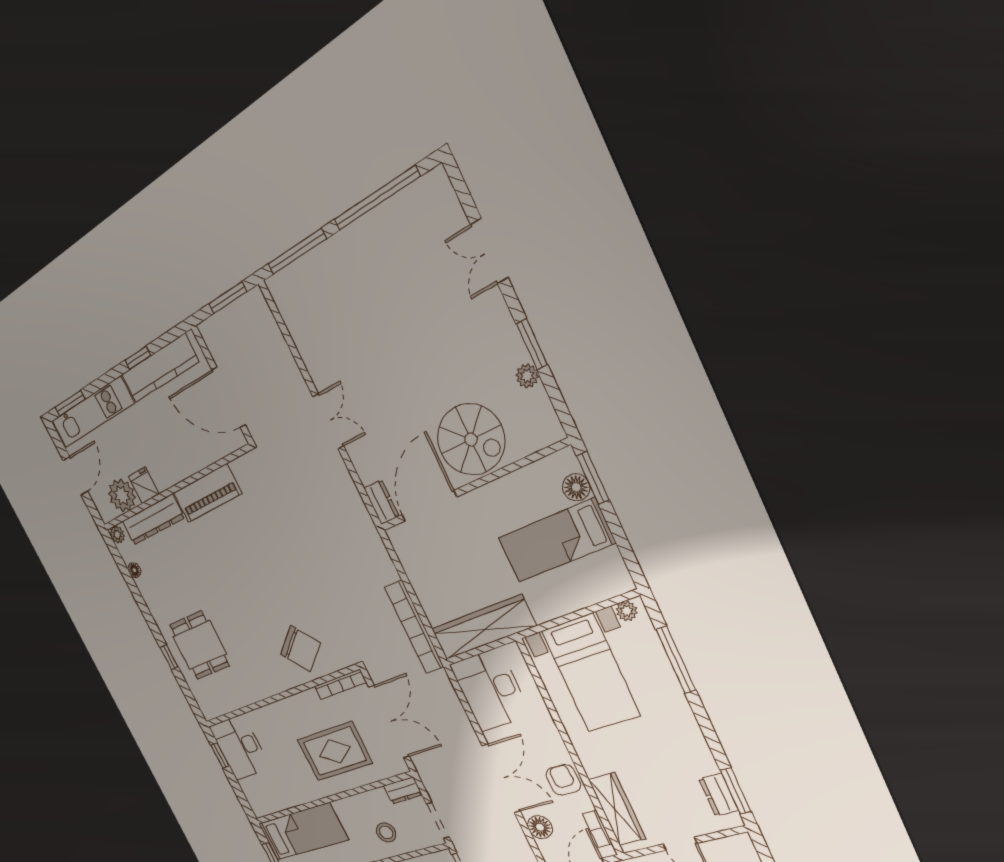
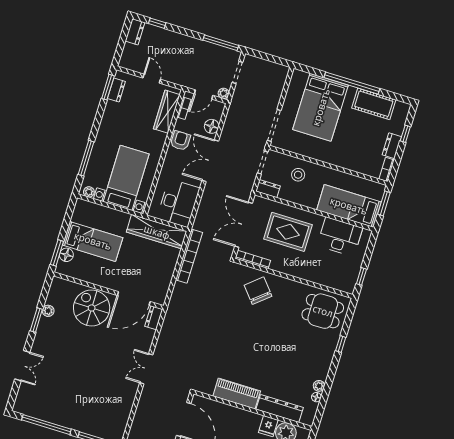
plant: (117, 535) -> (319, 386), moved
dining table: (199, 645) -> (323, 311), moved, turned 90
desk: (240, 747) -> (340, 237), moved, turned -90
armchair: (563, 780) -> (180, 141), turned 180

